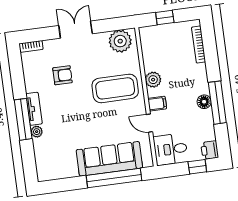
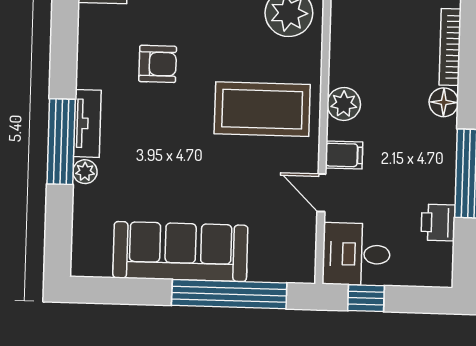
floor lamp: (204, 102) -> (444, 102), moved
printer: (210, 150) -> (438, 223), moved
sofa: (109, 159) -> (180, 252), moved
window: (197, 167) -> (366, 298), moved

